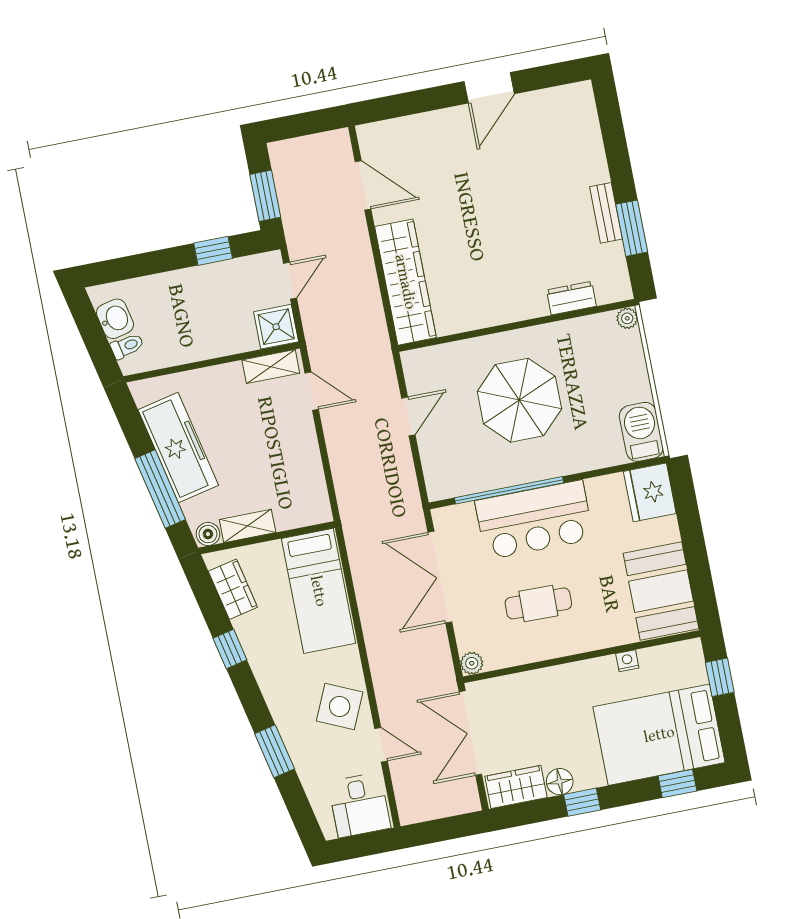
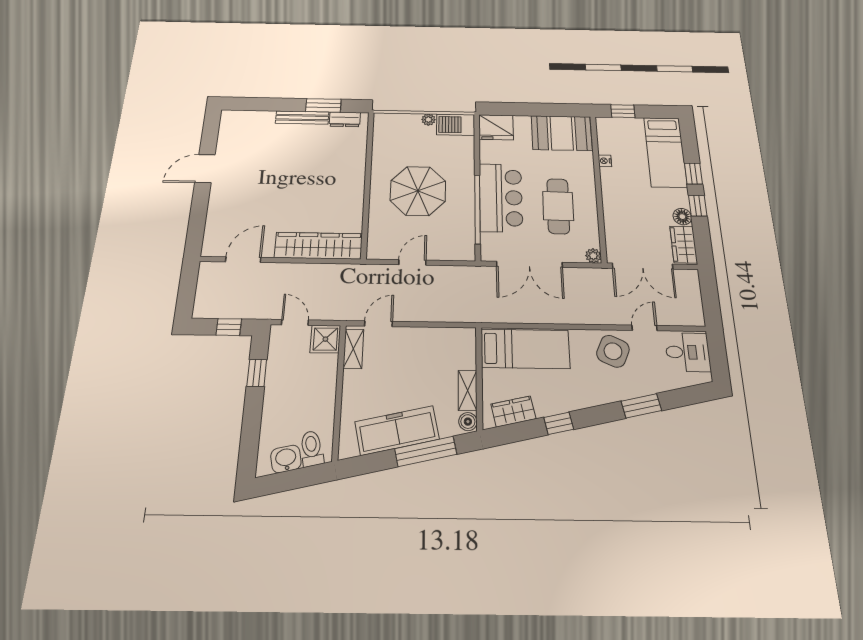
door: (489, 88) -> (205, 169), swing flipped
window: (265, 196) -> (229, 327), width x0.67
bench: (606, 213) -> (302, 118), width x1.36
dresser: (571, 298) -> (345, 119), moved, turned -90
plant: (627, 318) -> (428, 120), moved
toilet: (127, 346) -> (312, 449), width x1.37, depth x1.39
door: (408, 416) -> (412, 262), hinge flipped
cafe table: (538, 603) -> (558, 206), width x1.37, depth x1.35
bed: (659, 735) -> (665, 152), width x0.67
window: (677, 783) -> (693, 174), moved

